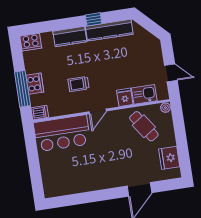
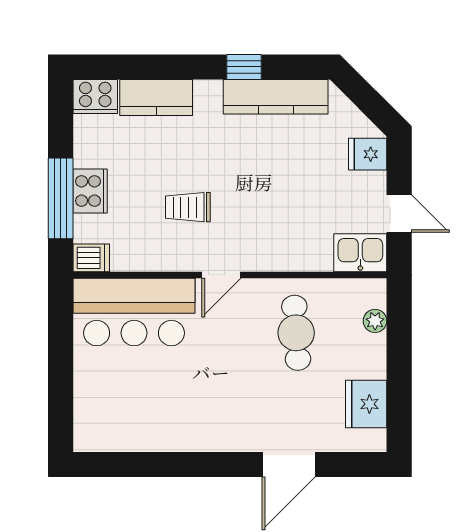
kitchen counter: (70, 37) -> (156, 97), moved
kitchen sink: (144, 94) -> (360, 253), moved
fridge: (125, 97) -> (368, 154), moved, turned -90
plant: (165, 108) -> (375, 321), moved
cafe table: (144, 126) -> (296, 333), moved, turned 30

